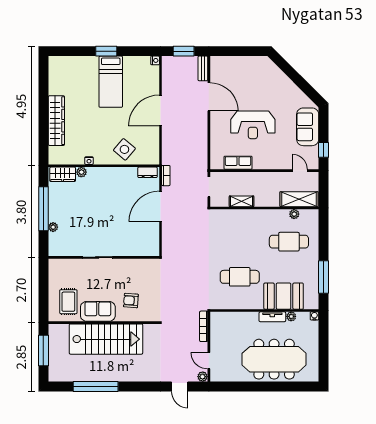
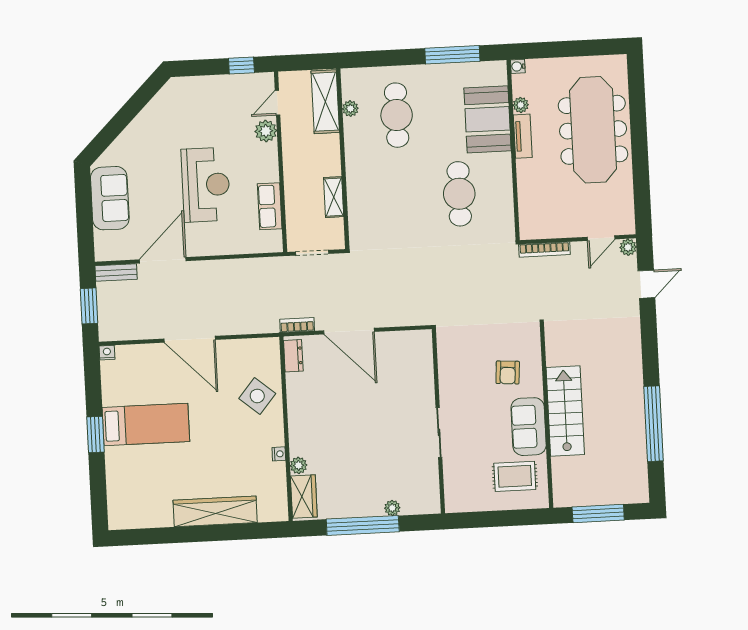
sofa: (308, 127) -> (110, 198), moved, turned -90
plant: (283, 163) -> (266, 131), added
stairs: (106, 339) -> (565, 411), width x0.73, depth x0.66

